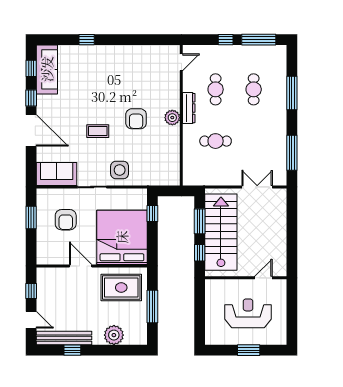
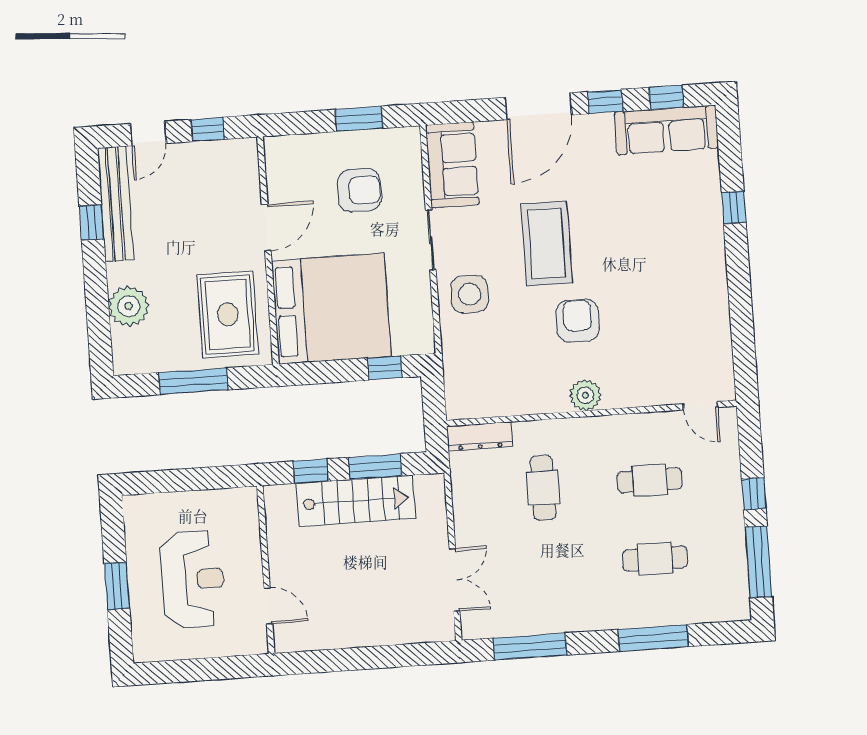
dresser: (189, 108) -> (480, 437), moved
armchair: (136, 119) -> (578, 321), turned 90
coffee table: (98, 131) -> (547, 244), width x1.86, depth x1.72
armchair: (66, 220) -> (359, 190), turned 180
stairs: (221, 232) -> (355, 501), width x0.73, depth x0.66

